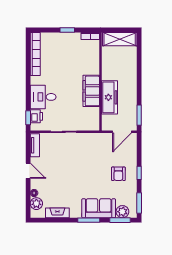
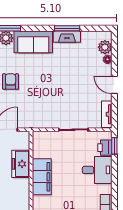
freezer: (110, 97) -> (21, 164), width x0.71
fireplace: (57, 213) -> (67, 37), moved
window: (89, 220) -> (67, 28), moved

